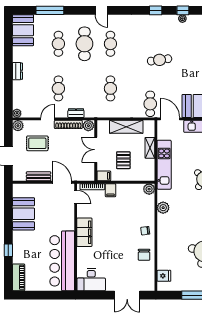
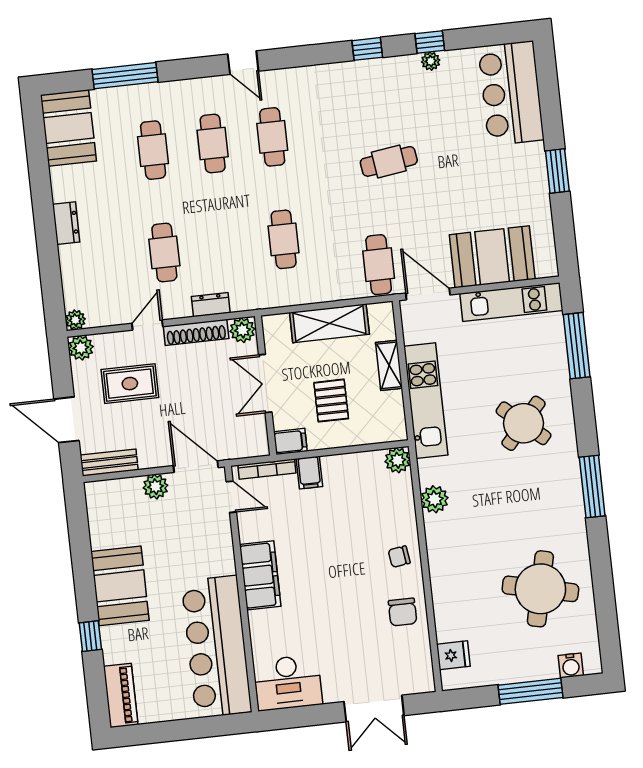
cafe table: (84, 44) -> (213, 144), width x0.73, depth x0.74
bench: (39, 176) -> (109, 463), moved
plant: (44, 189) -> (156, 487), added
booth: (23, 214) -> (120, 586), moved

